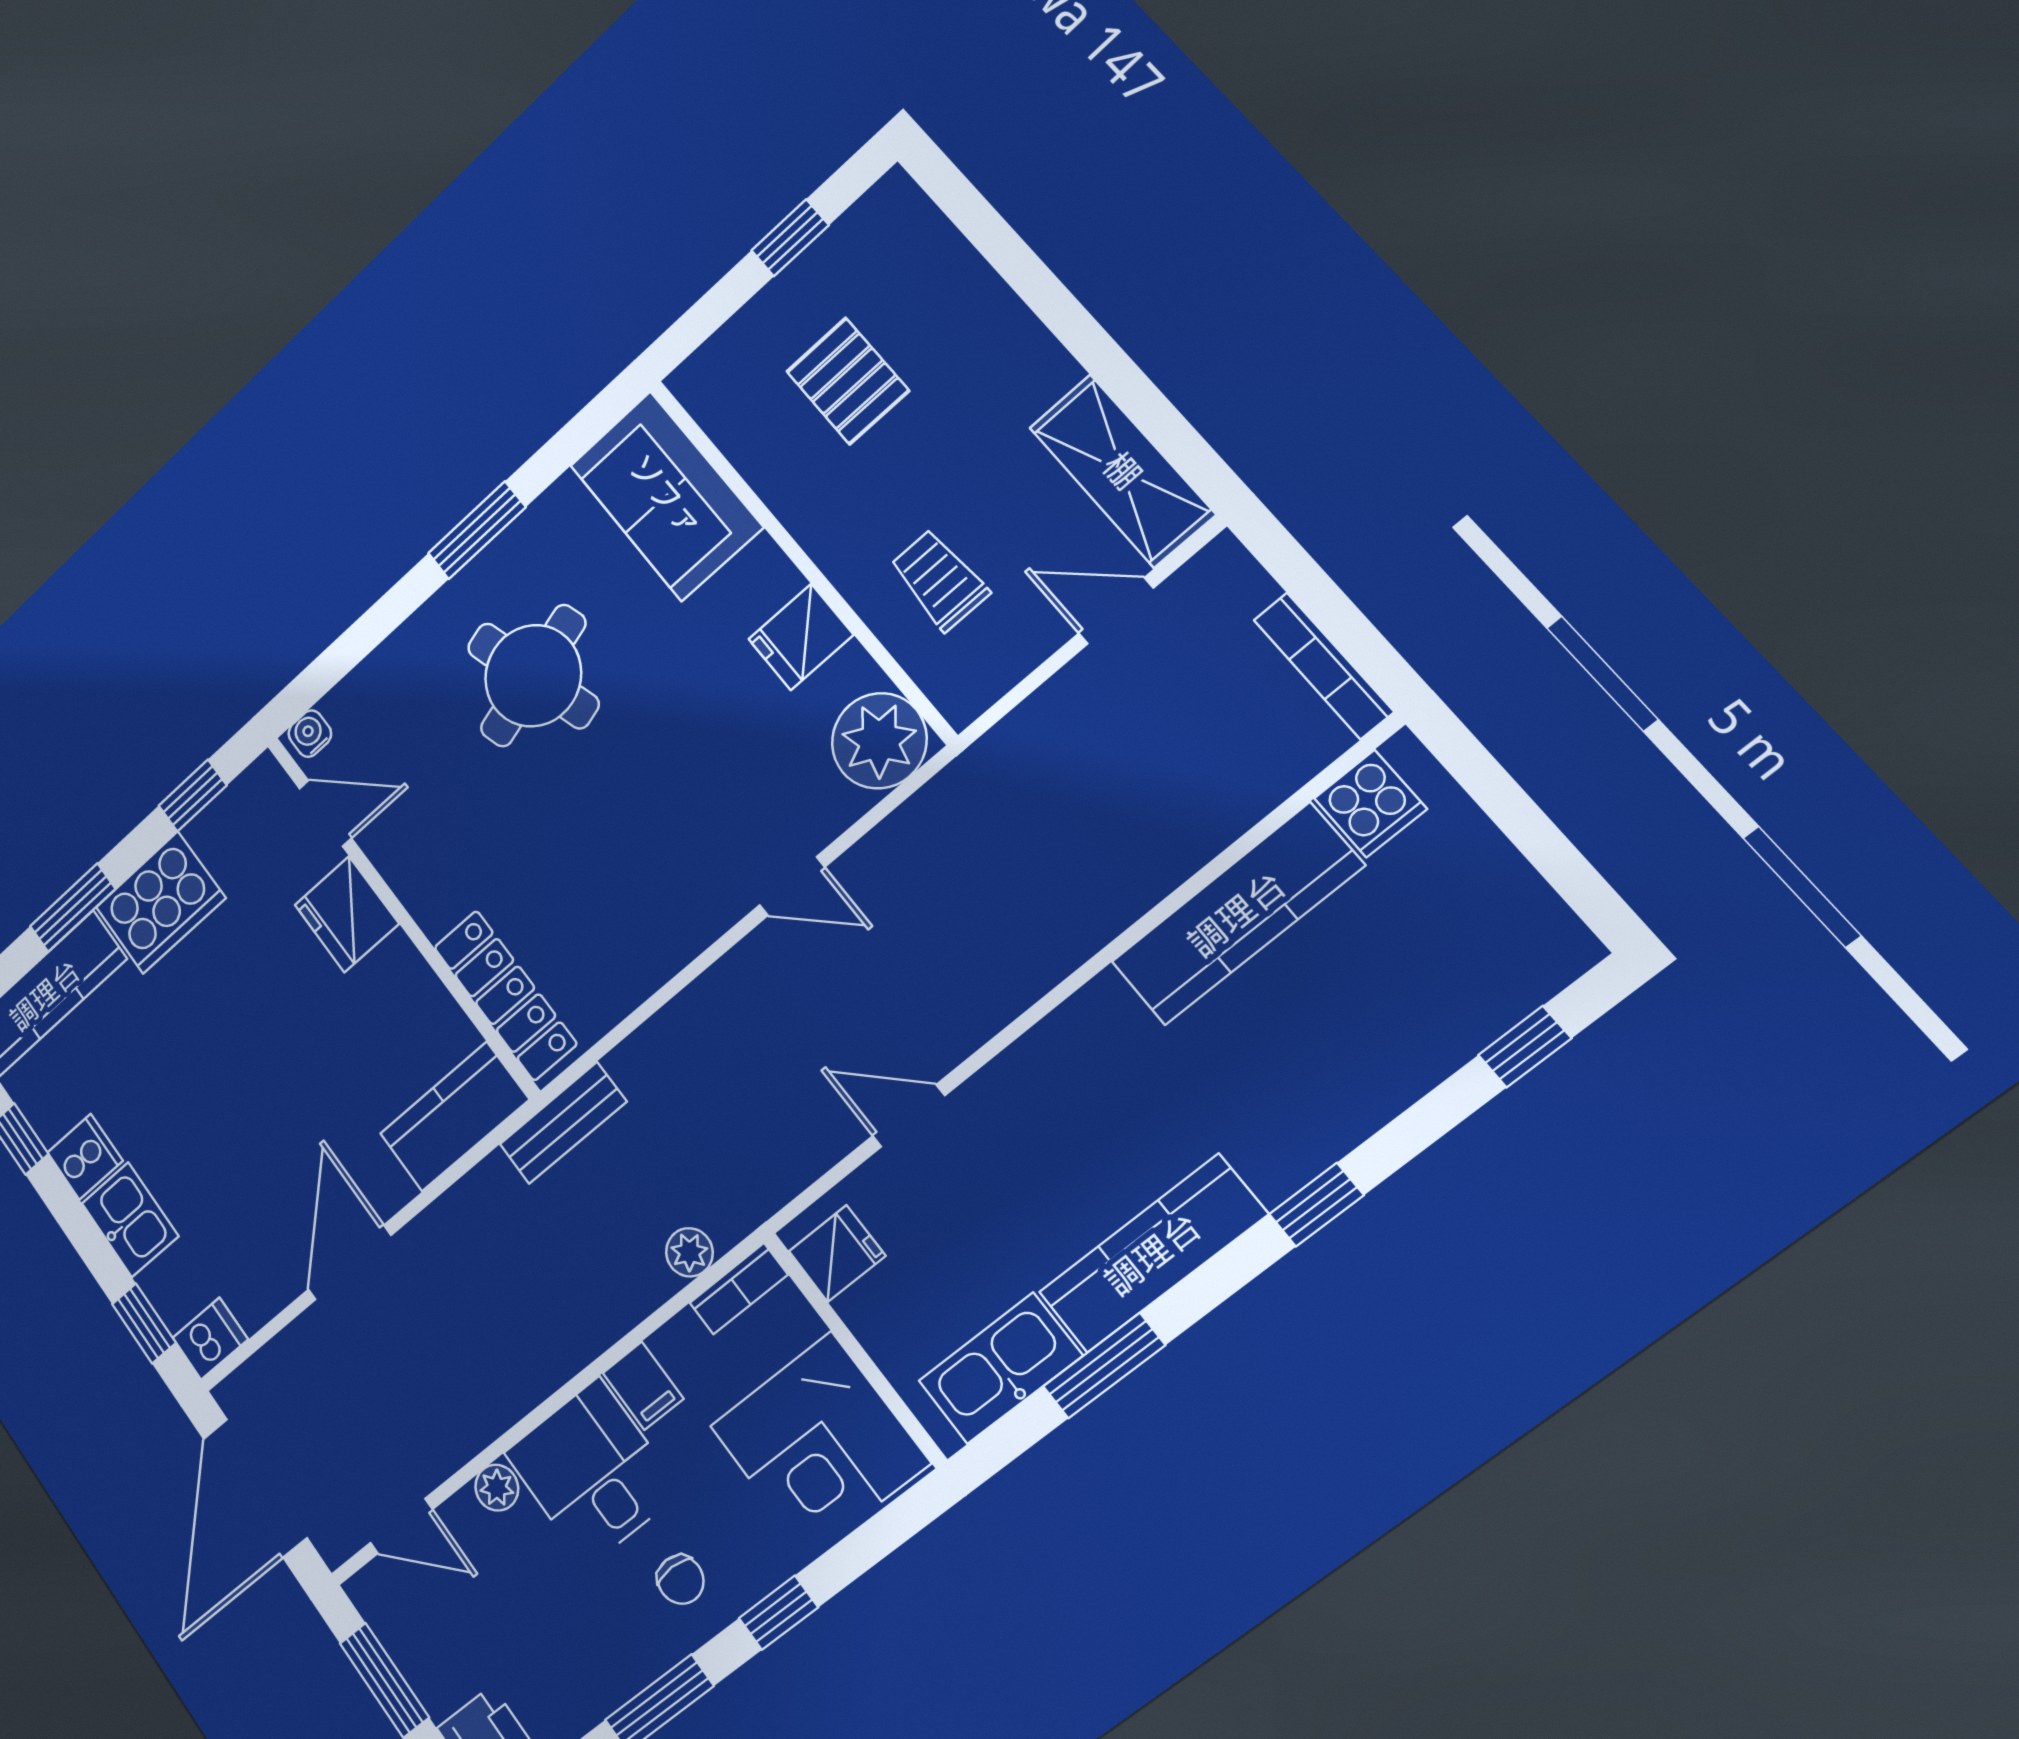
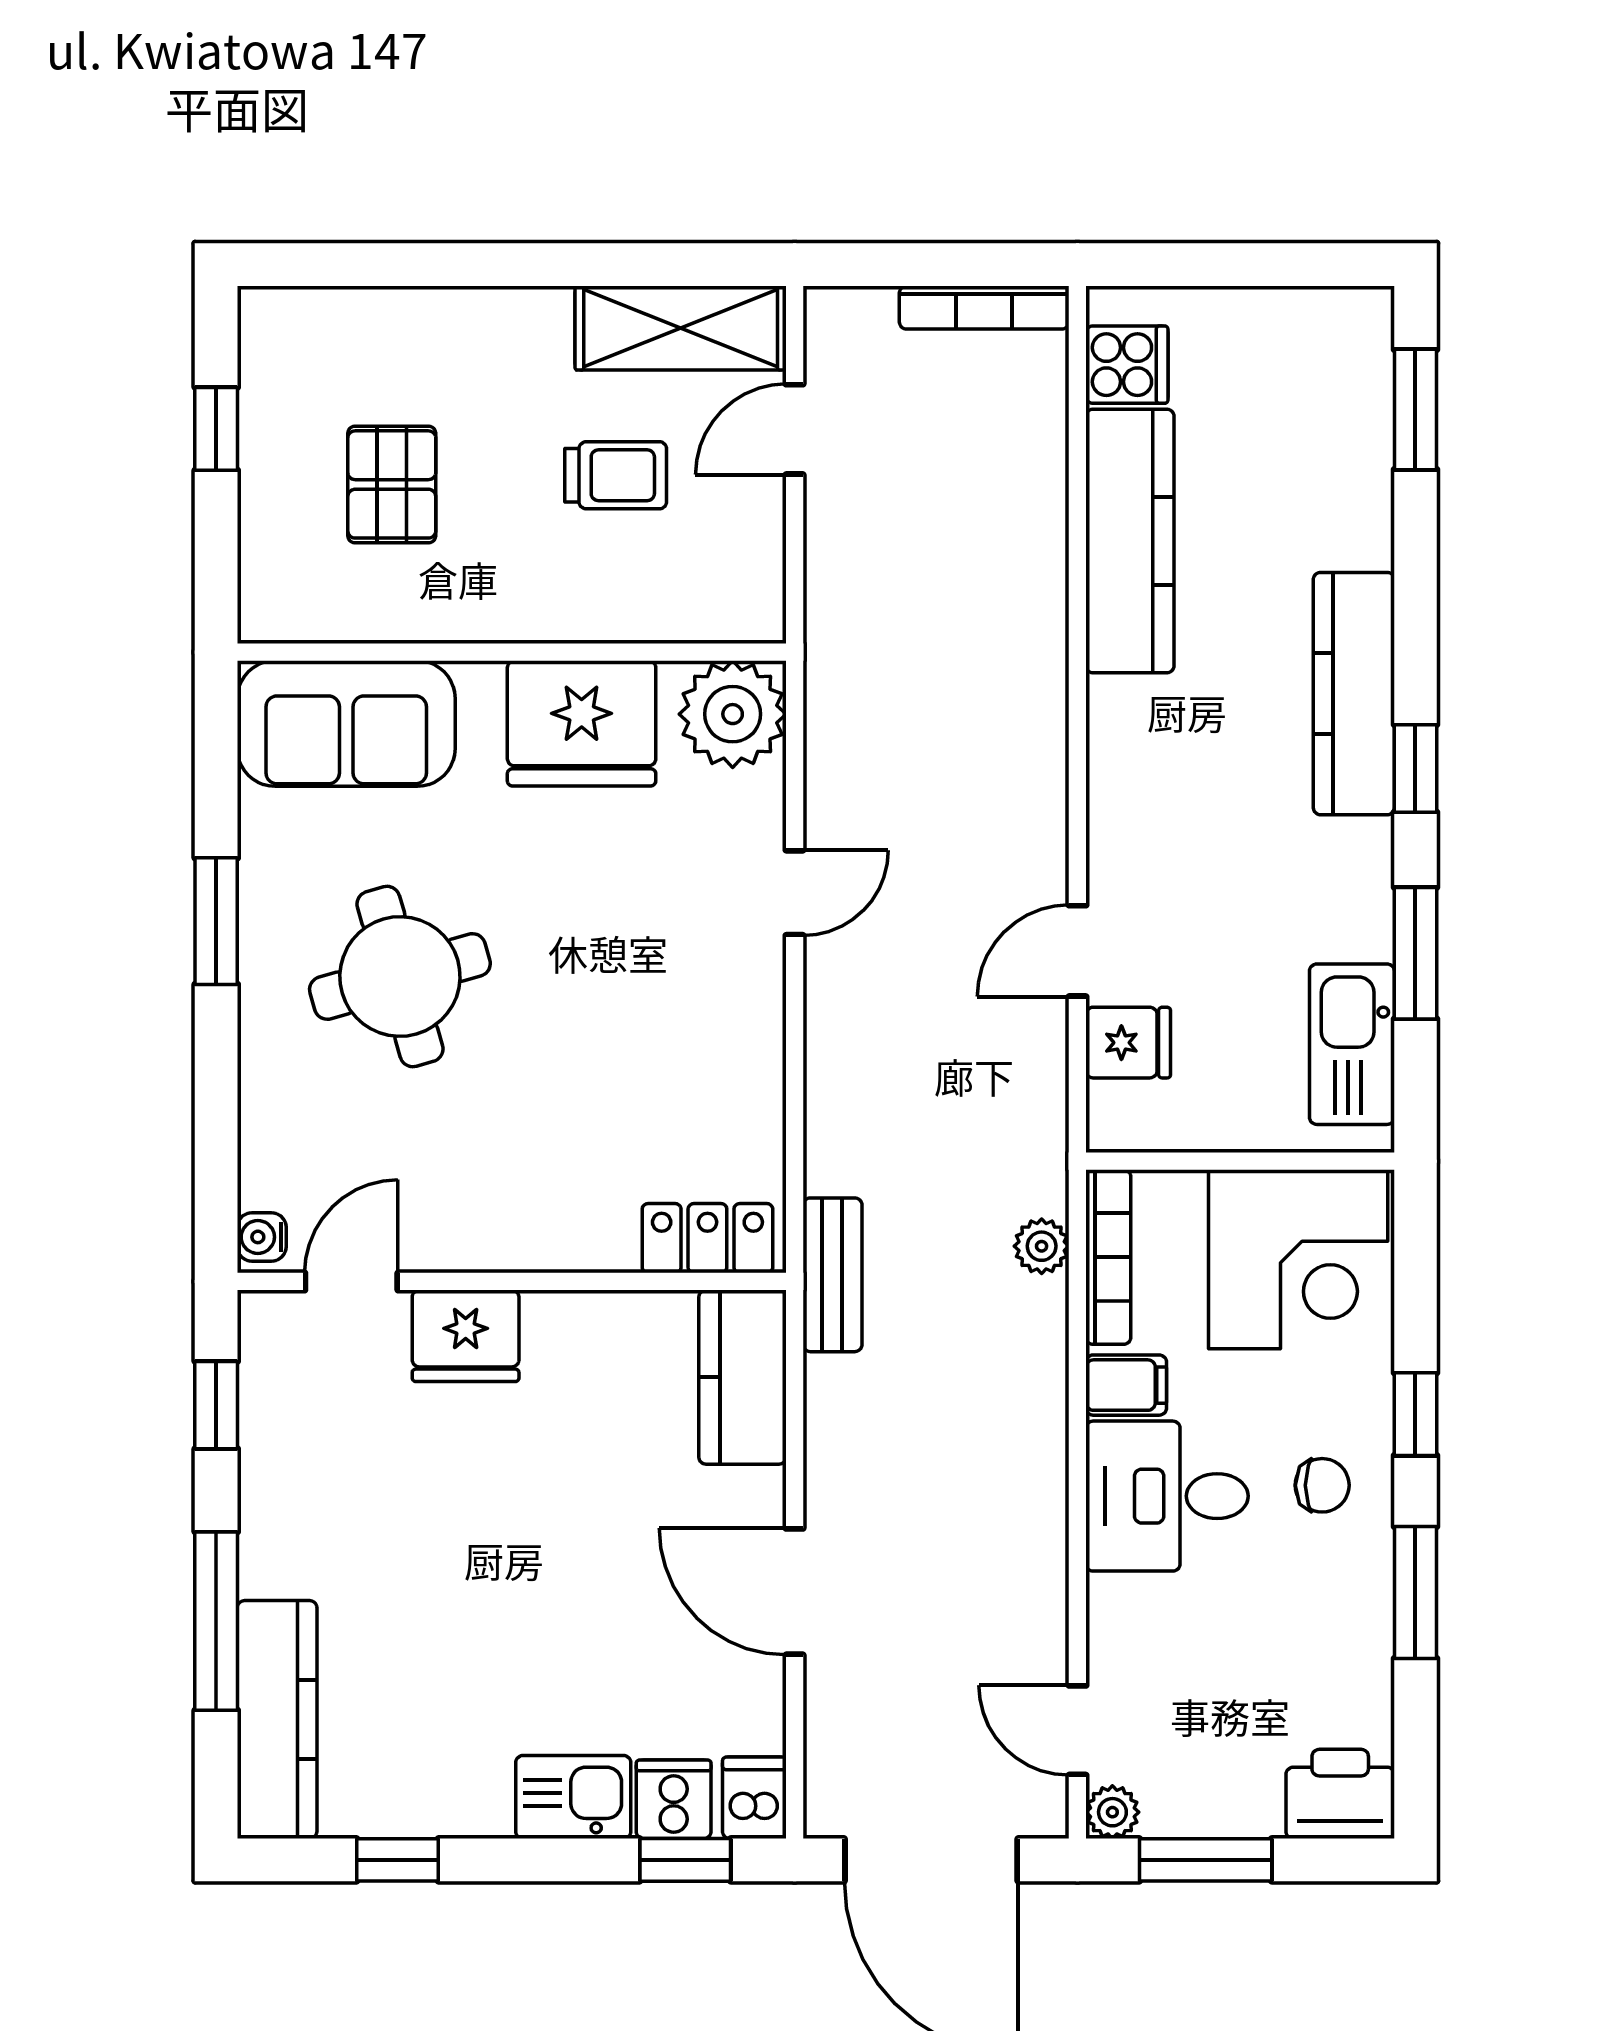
pallet: (848, 381) -> (392, 484), turned 90
trolley: (939, 580) -> (616, 475), moved, turned 180
fridge: (801, 637) -> (582, 723), width x1.88, depth x1.34
cooker: (160, 903) -> (291, 1522), removed
window: (73, 908) -> (216, 1621), width x1.44
locker: (505, 995) -> (707, 1238), width x0.66
window: (1525, 1047) -> (1415, 410), width x1.50
cooker: (85, 1157) -> (674, 1799), moved
window: (1316, 1205) -> (1415, 768), moved
fridge: (837, 1253) -> (1128, 1043), moved, turned 90
kitchen counter: (1153, 1254) -> (1354, 694), moved
bookcase: (739, 1289) -> (1108, 1257), width x1.56
plant: (497, 1488) -> (1112, 1812), moved
door: (401, 1526) -> (1077, 1730), swing flipped

